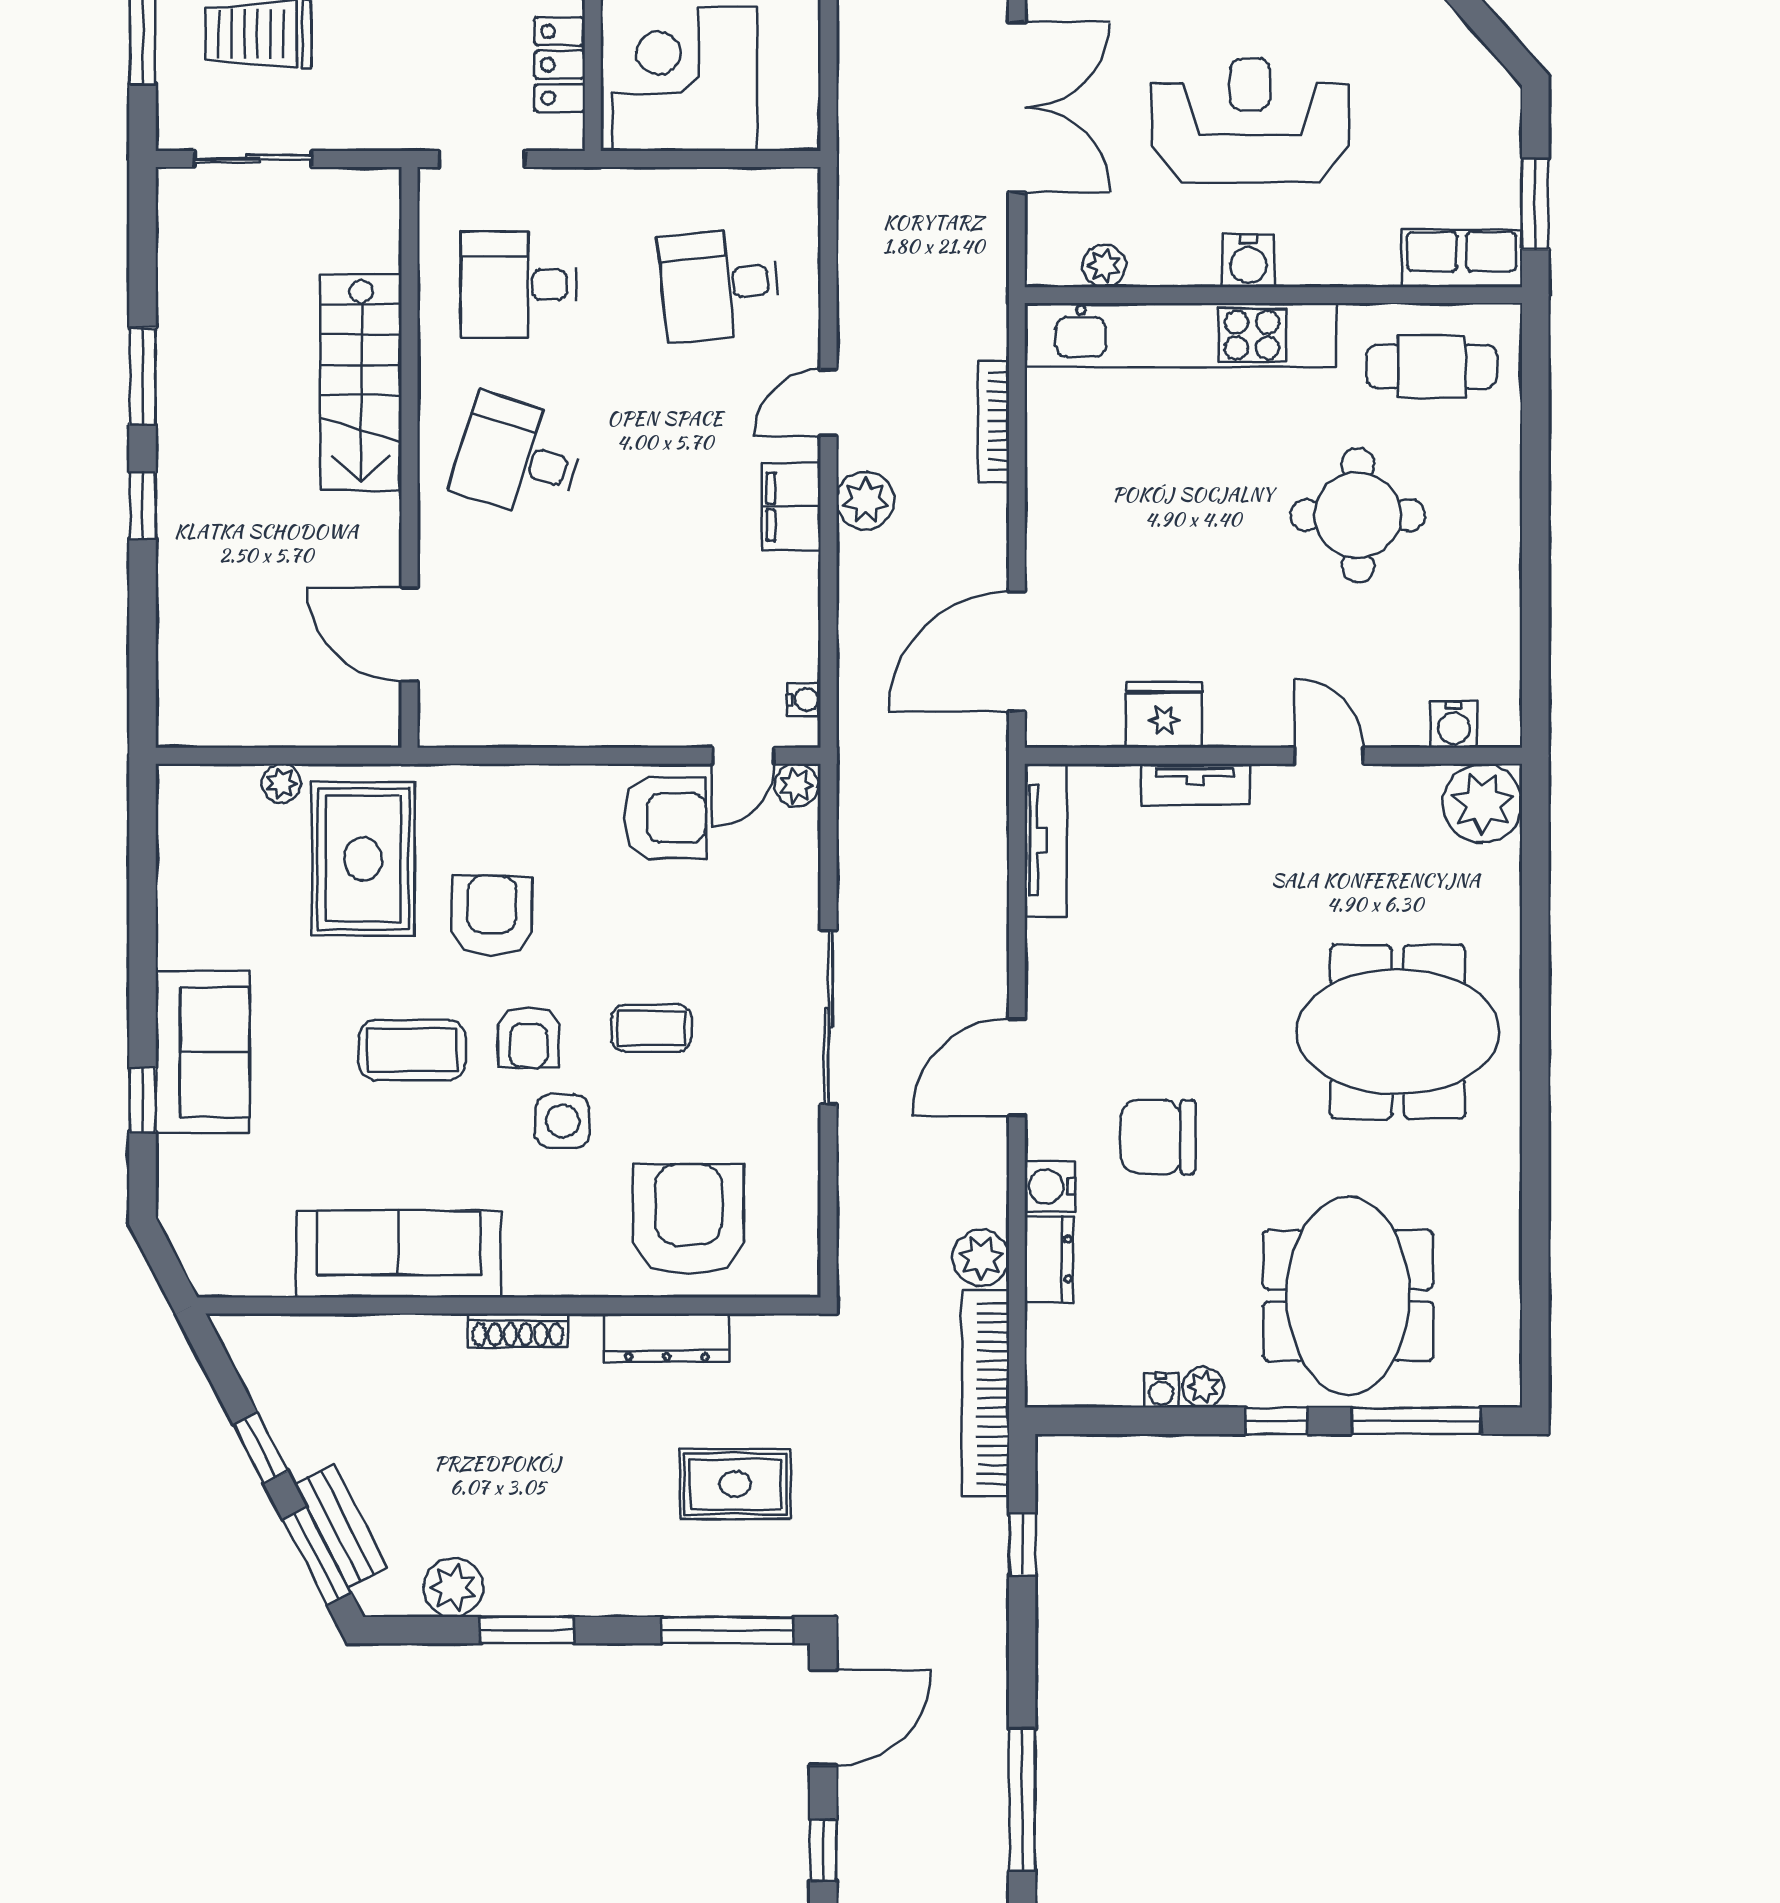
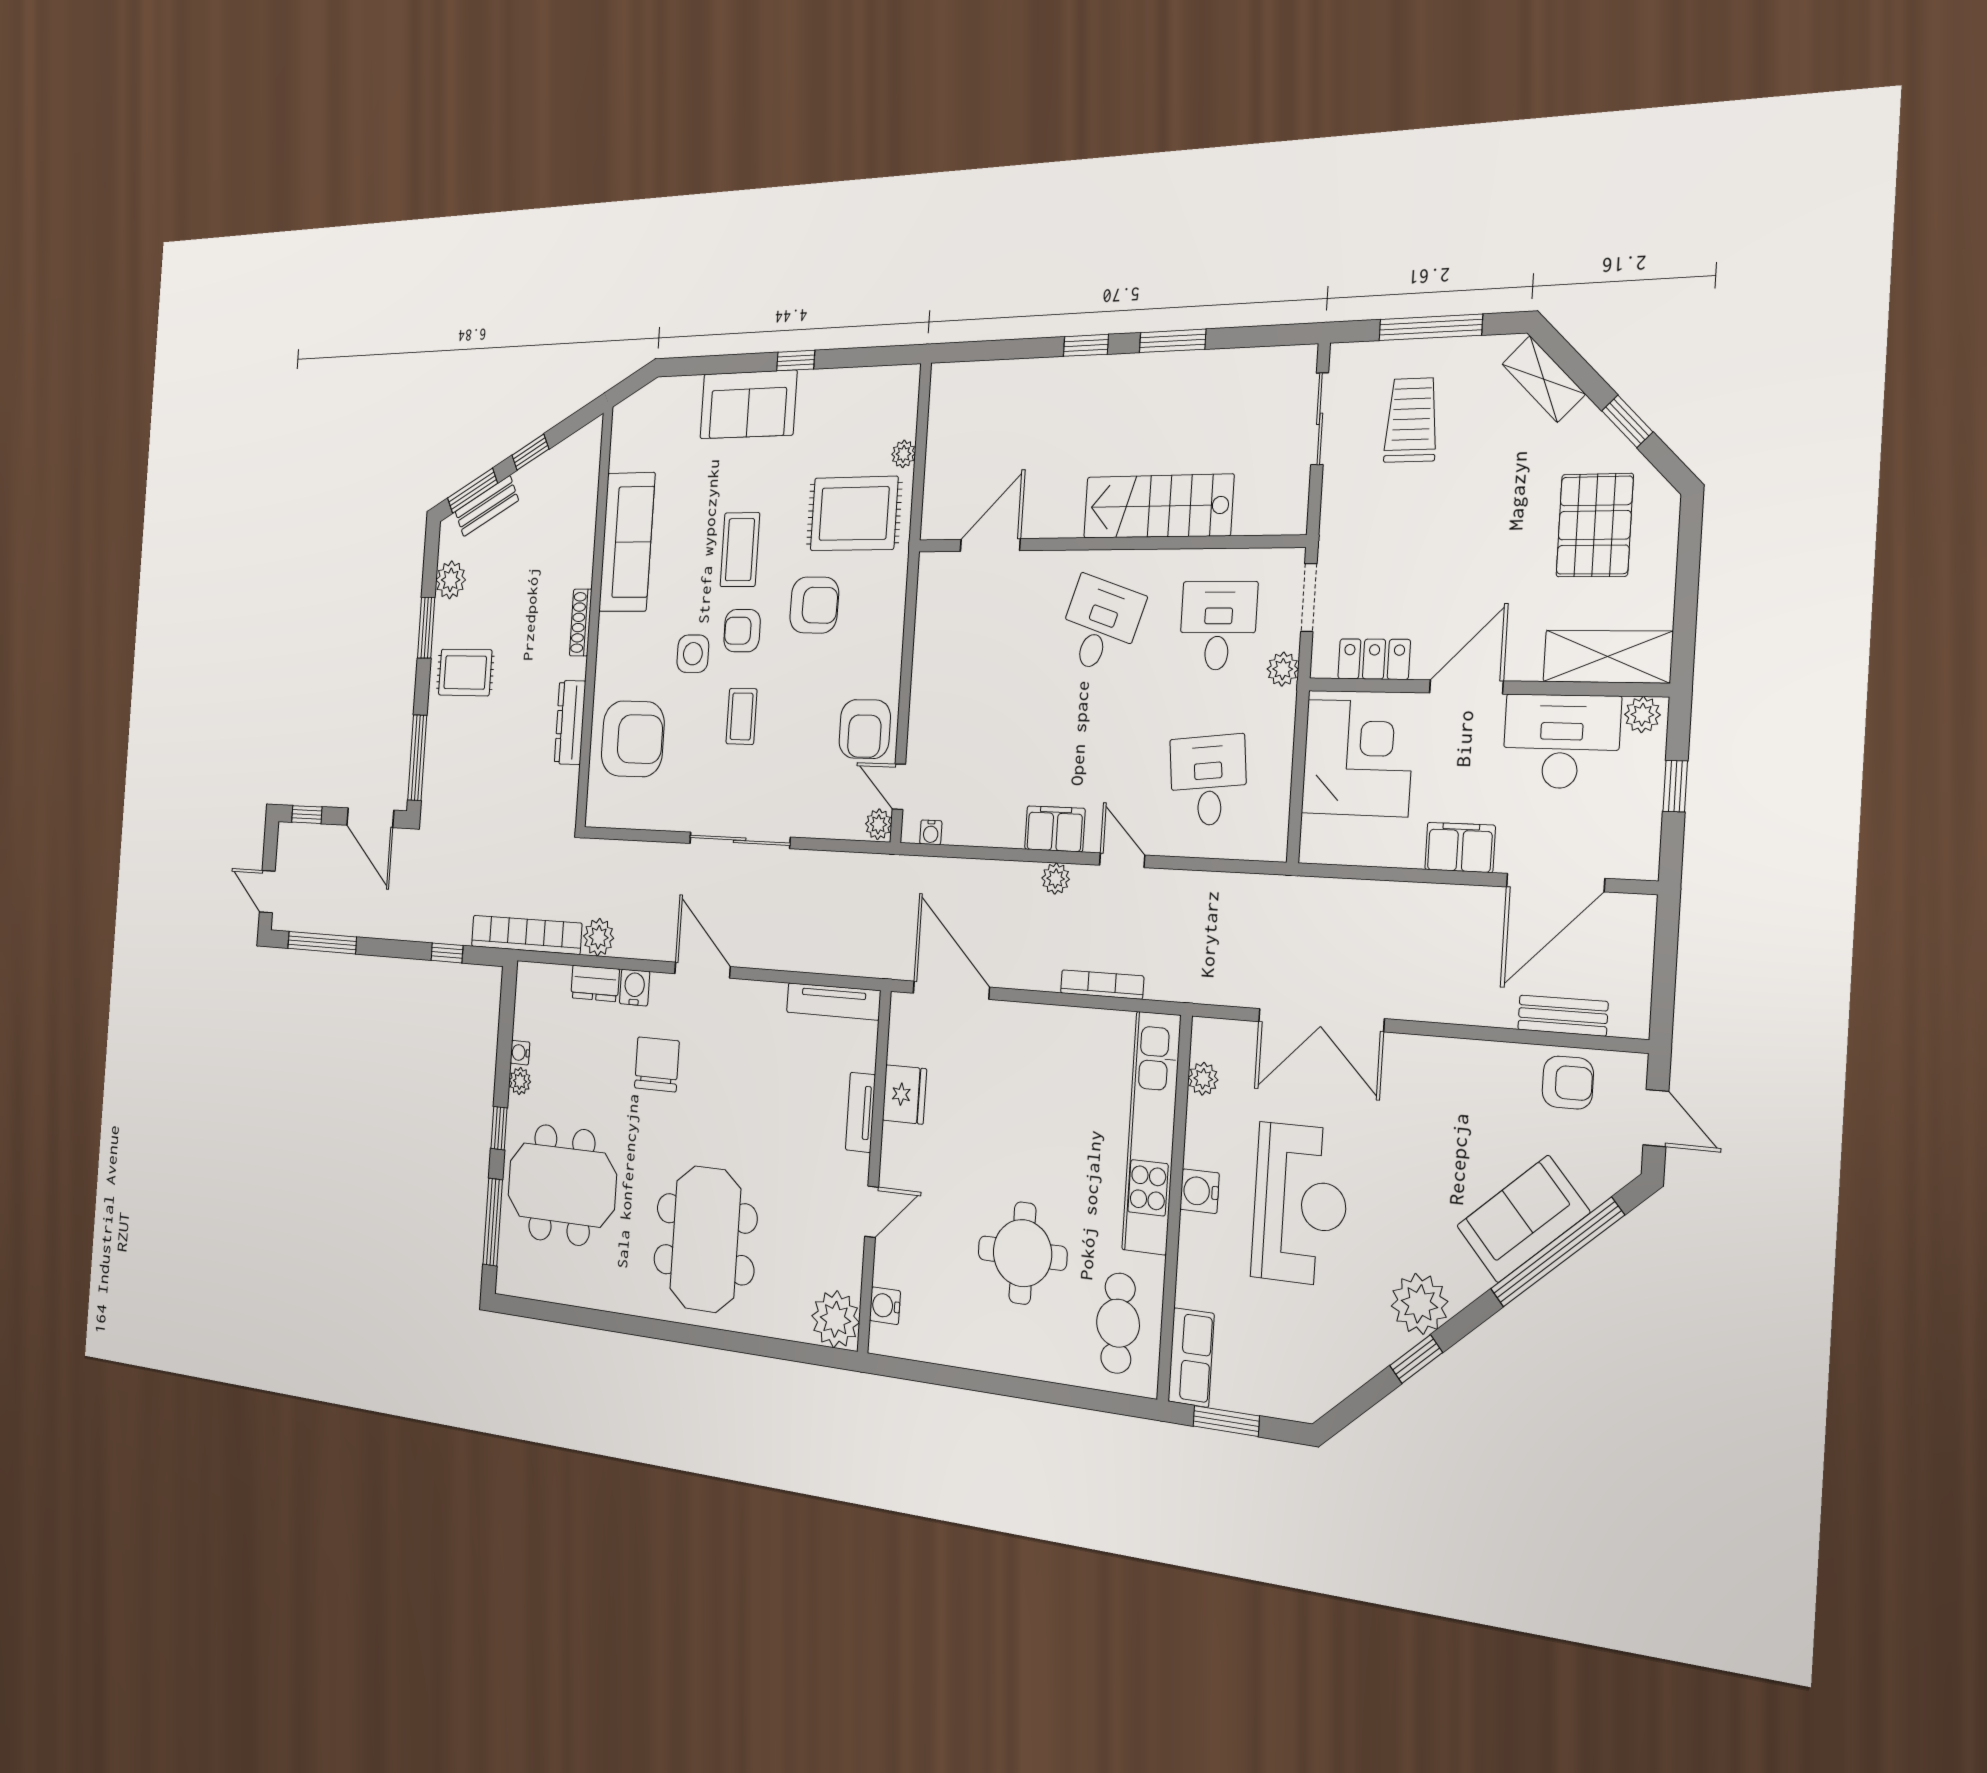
plant: (574, 189) -> (1283, 669), added
plant: (865, 501) -> (1056, 879), width x0.73, depth x0.73
window: (143, 1100) -> (796, 361), moved
rug: (735, 1484) -> (465, 672), moved, turned 90

